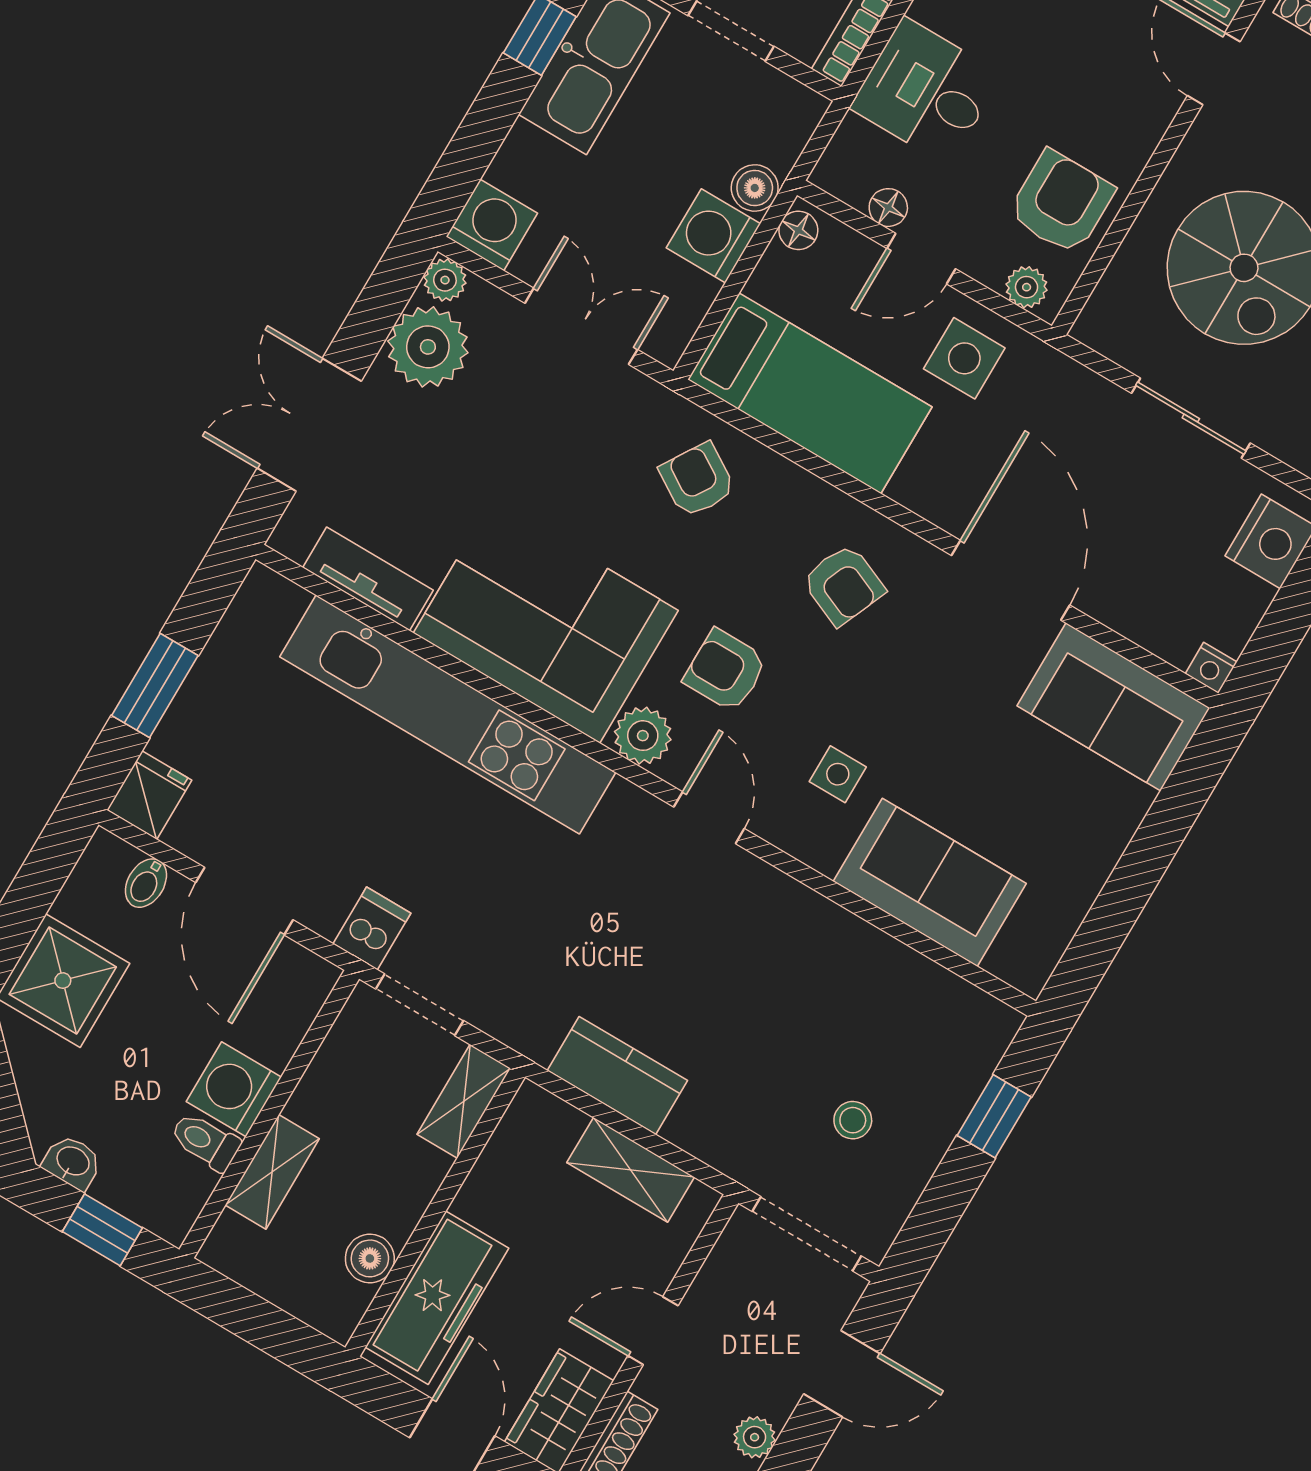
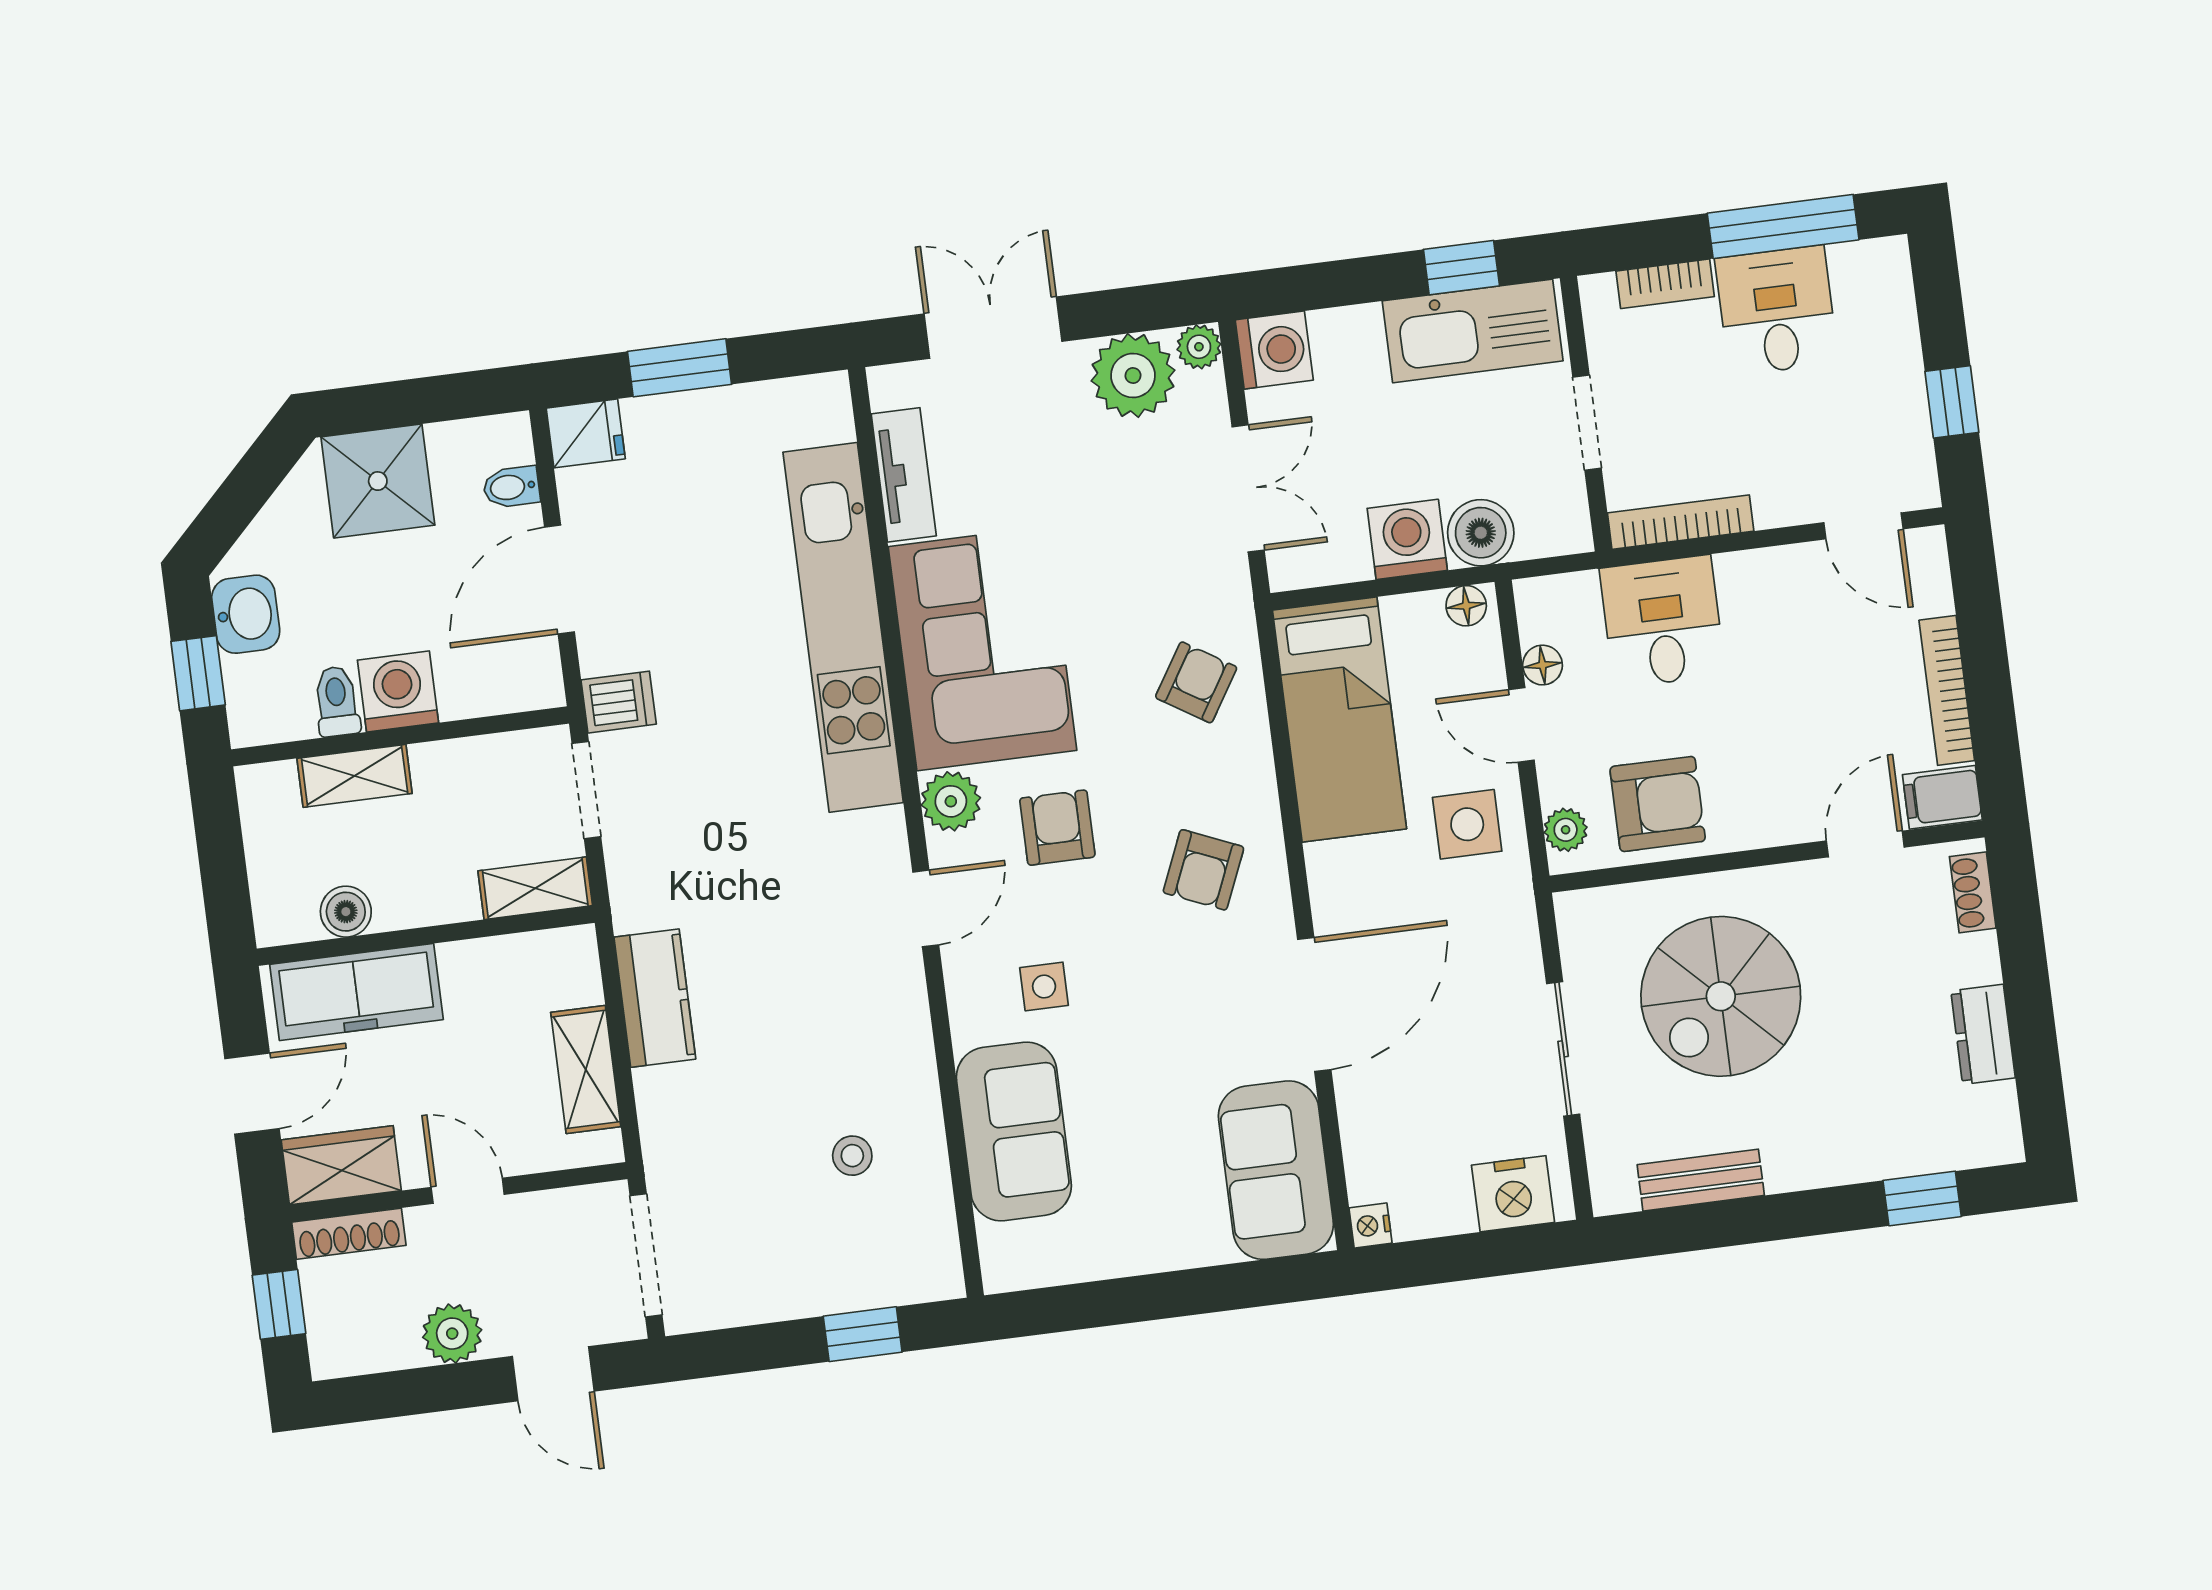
boiler: (755, 188) -> (1481, 533), width x1.36, depth x1.36
stool: (853, 1120) -> (852, 1156), moved
washbasin: (72, 1162) -> (246, 614), width x1.38, depth x1.45
plant: (755, 1437) -> (452, 1334), width x1.38, depth x1.38

